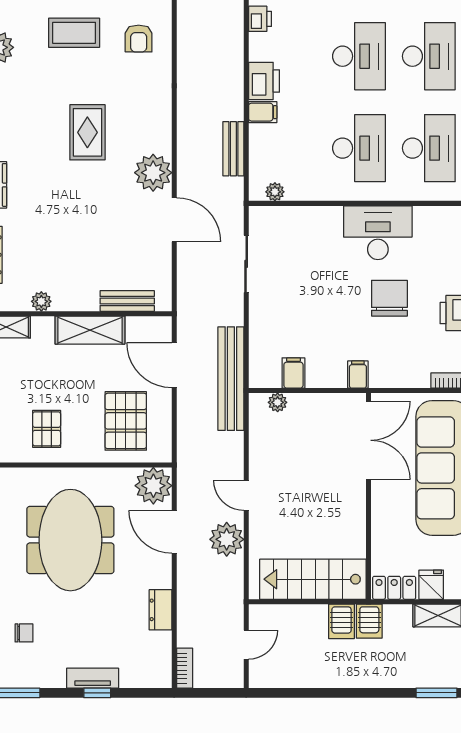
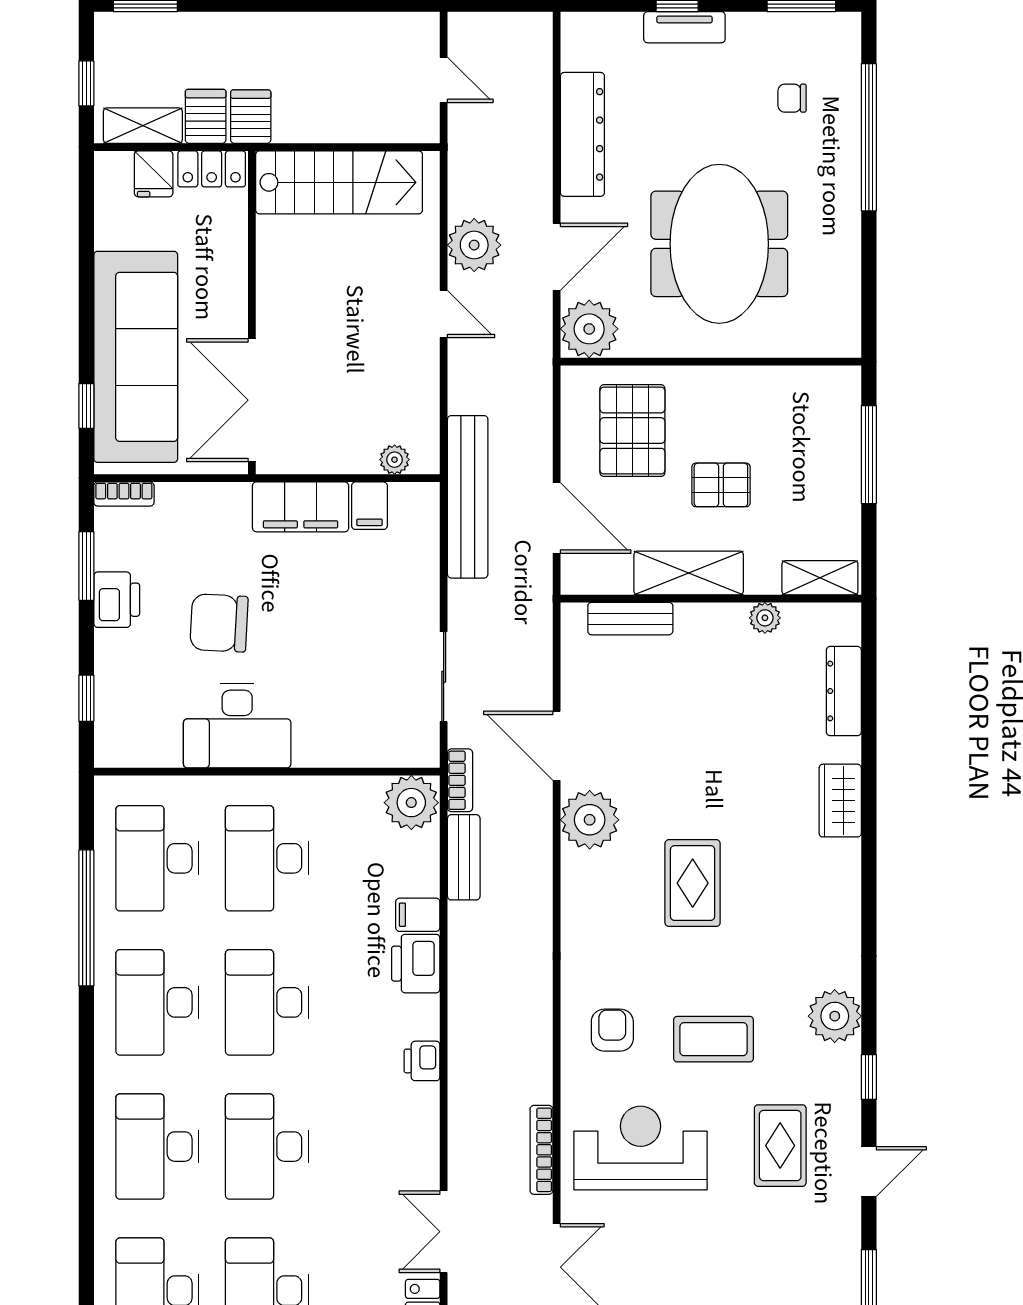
plant: (275, 192) -> (411, 803), width x1.87, depth x1.87
chair: (389, 298) -> (219, 623), turned 93
filing cabinet: (358, 375) -> (301, 507), width x3.00, depth x1.17
pallet: (47, 429) -> (721, 485), moved, turned 90
door: (174, 532) -> (557, 257), hinge flipped
dresser: (160, 610) -> (582, 134), width x1.96, depth x1.24
server rack: (342, 621) -> (206, 116), moved
door: (246, 645) -> (444, 80), swing flipped
bookcase: (185, 668) -> (460, 780), moved, turned 180

